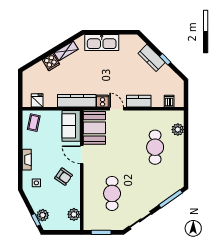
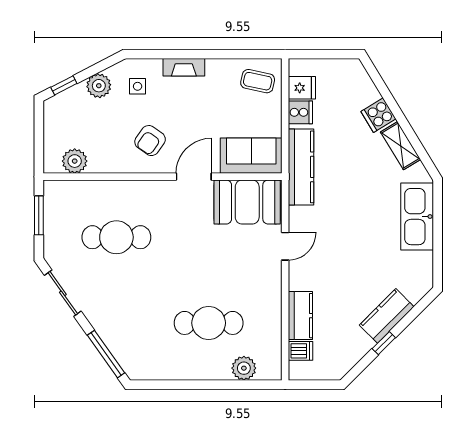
cooker: (102, 101) -> (300, 112), moved
kitchen counter: (139, 101) -> (300, 316), moved
plant: (43, 215) -> (99, 86), moved

